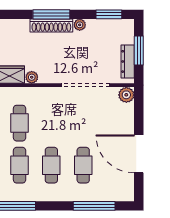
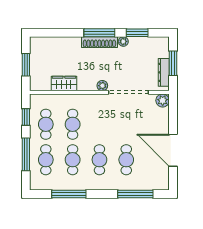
window: (109, 14) -> (137, 33), moved
plant: (32, 77) -> (102, 86), moved

